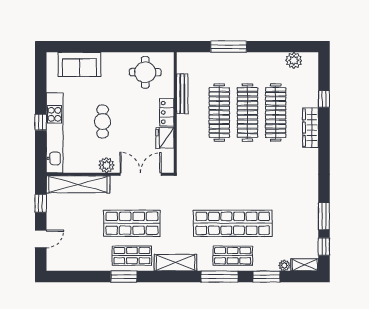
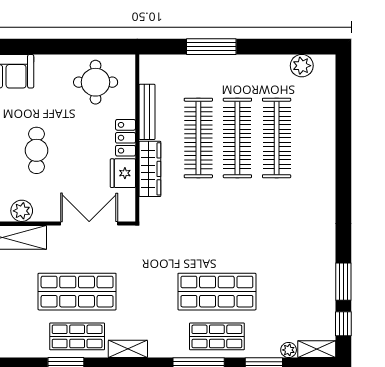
window: (324, 99) -> (343, 119), removed
wardrobe: (311, 128) -> (150, 169), moved, turned 180
plant: (106, 165) -> (22, 211), moved
shop shelf: (233, 223) -> (217, 292), width x0.71
shelving: (176, 263) -> (128, 349), width x0.67, depth x0.75

